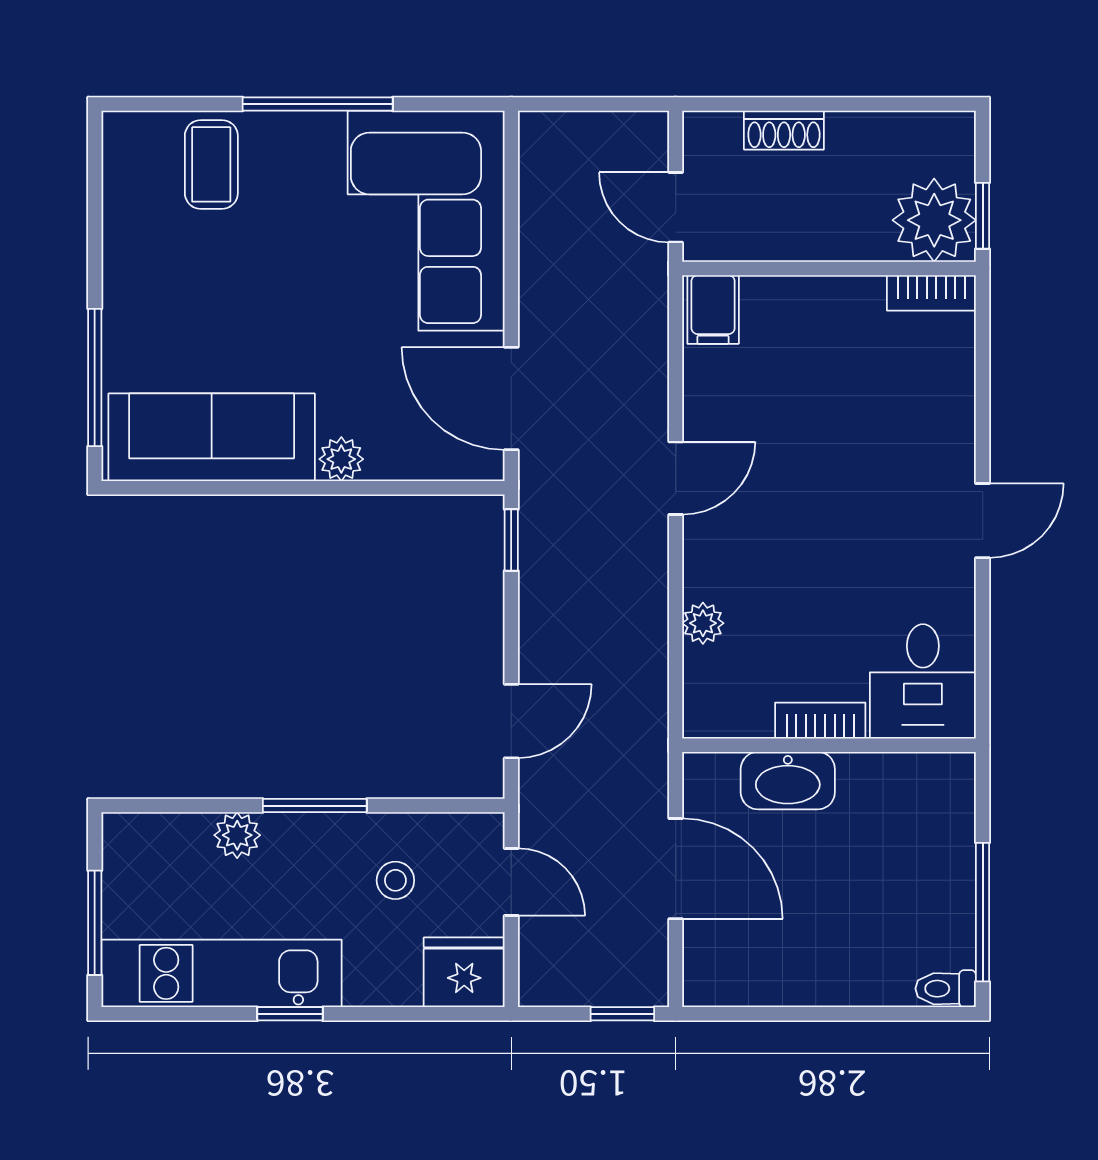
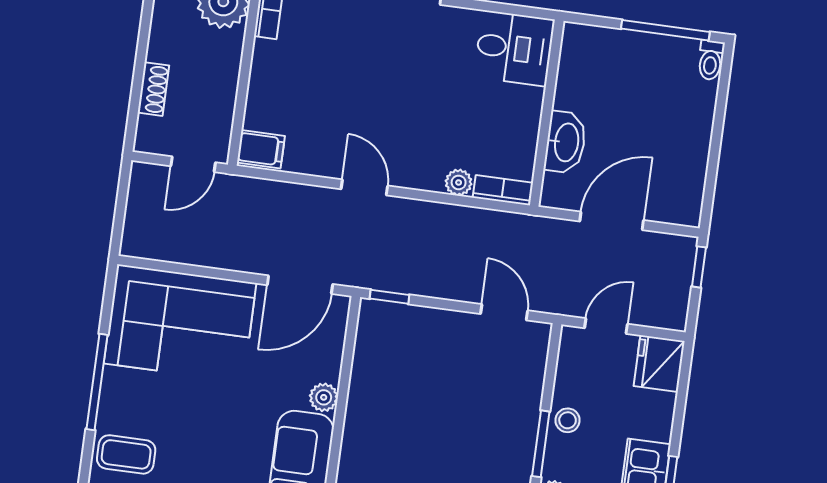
bookcase: (820, 721) -> (503, 190), moved, turned 90
stool: (395, 880) -> (568, 420), moved

